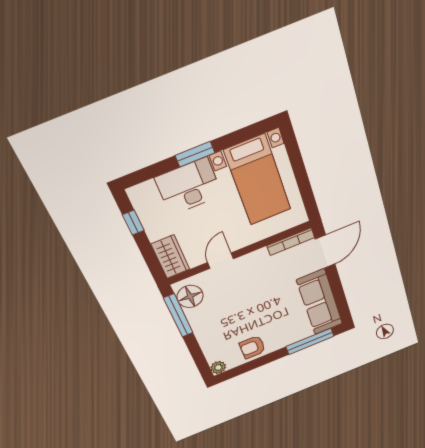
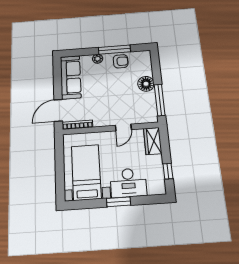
floor lamp: (190, 296) -> (146, 84), moved
window: (310, 341) -> (114, 50), moved
plant: (218, 367) -> (98, 59), moved

